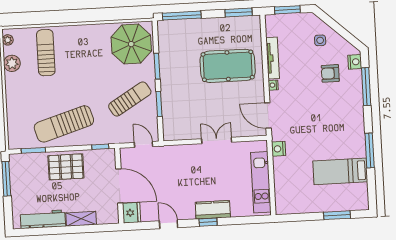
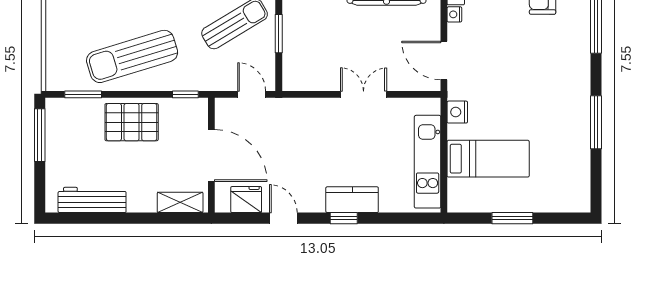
bed: (340, 171) -> (488, 159), moved, turned 180
fridge: (132, 213) -> (246, 200), moved, turned -90
window: (337, 215) -> (512, 218), moved
shelving: (81, 219) -> (180, 202), moved

